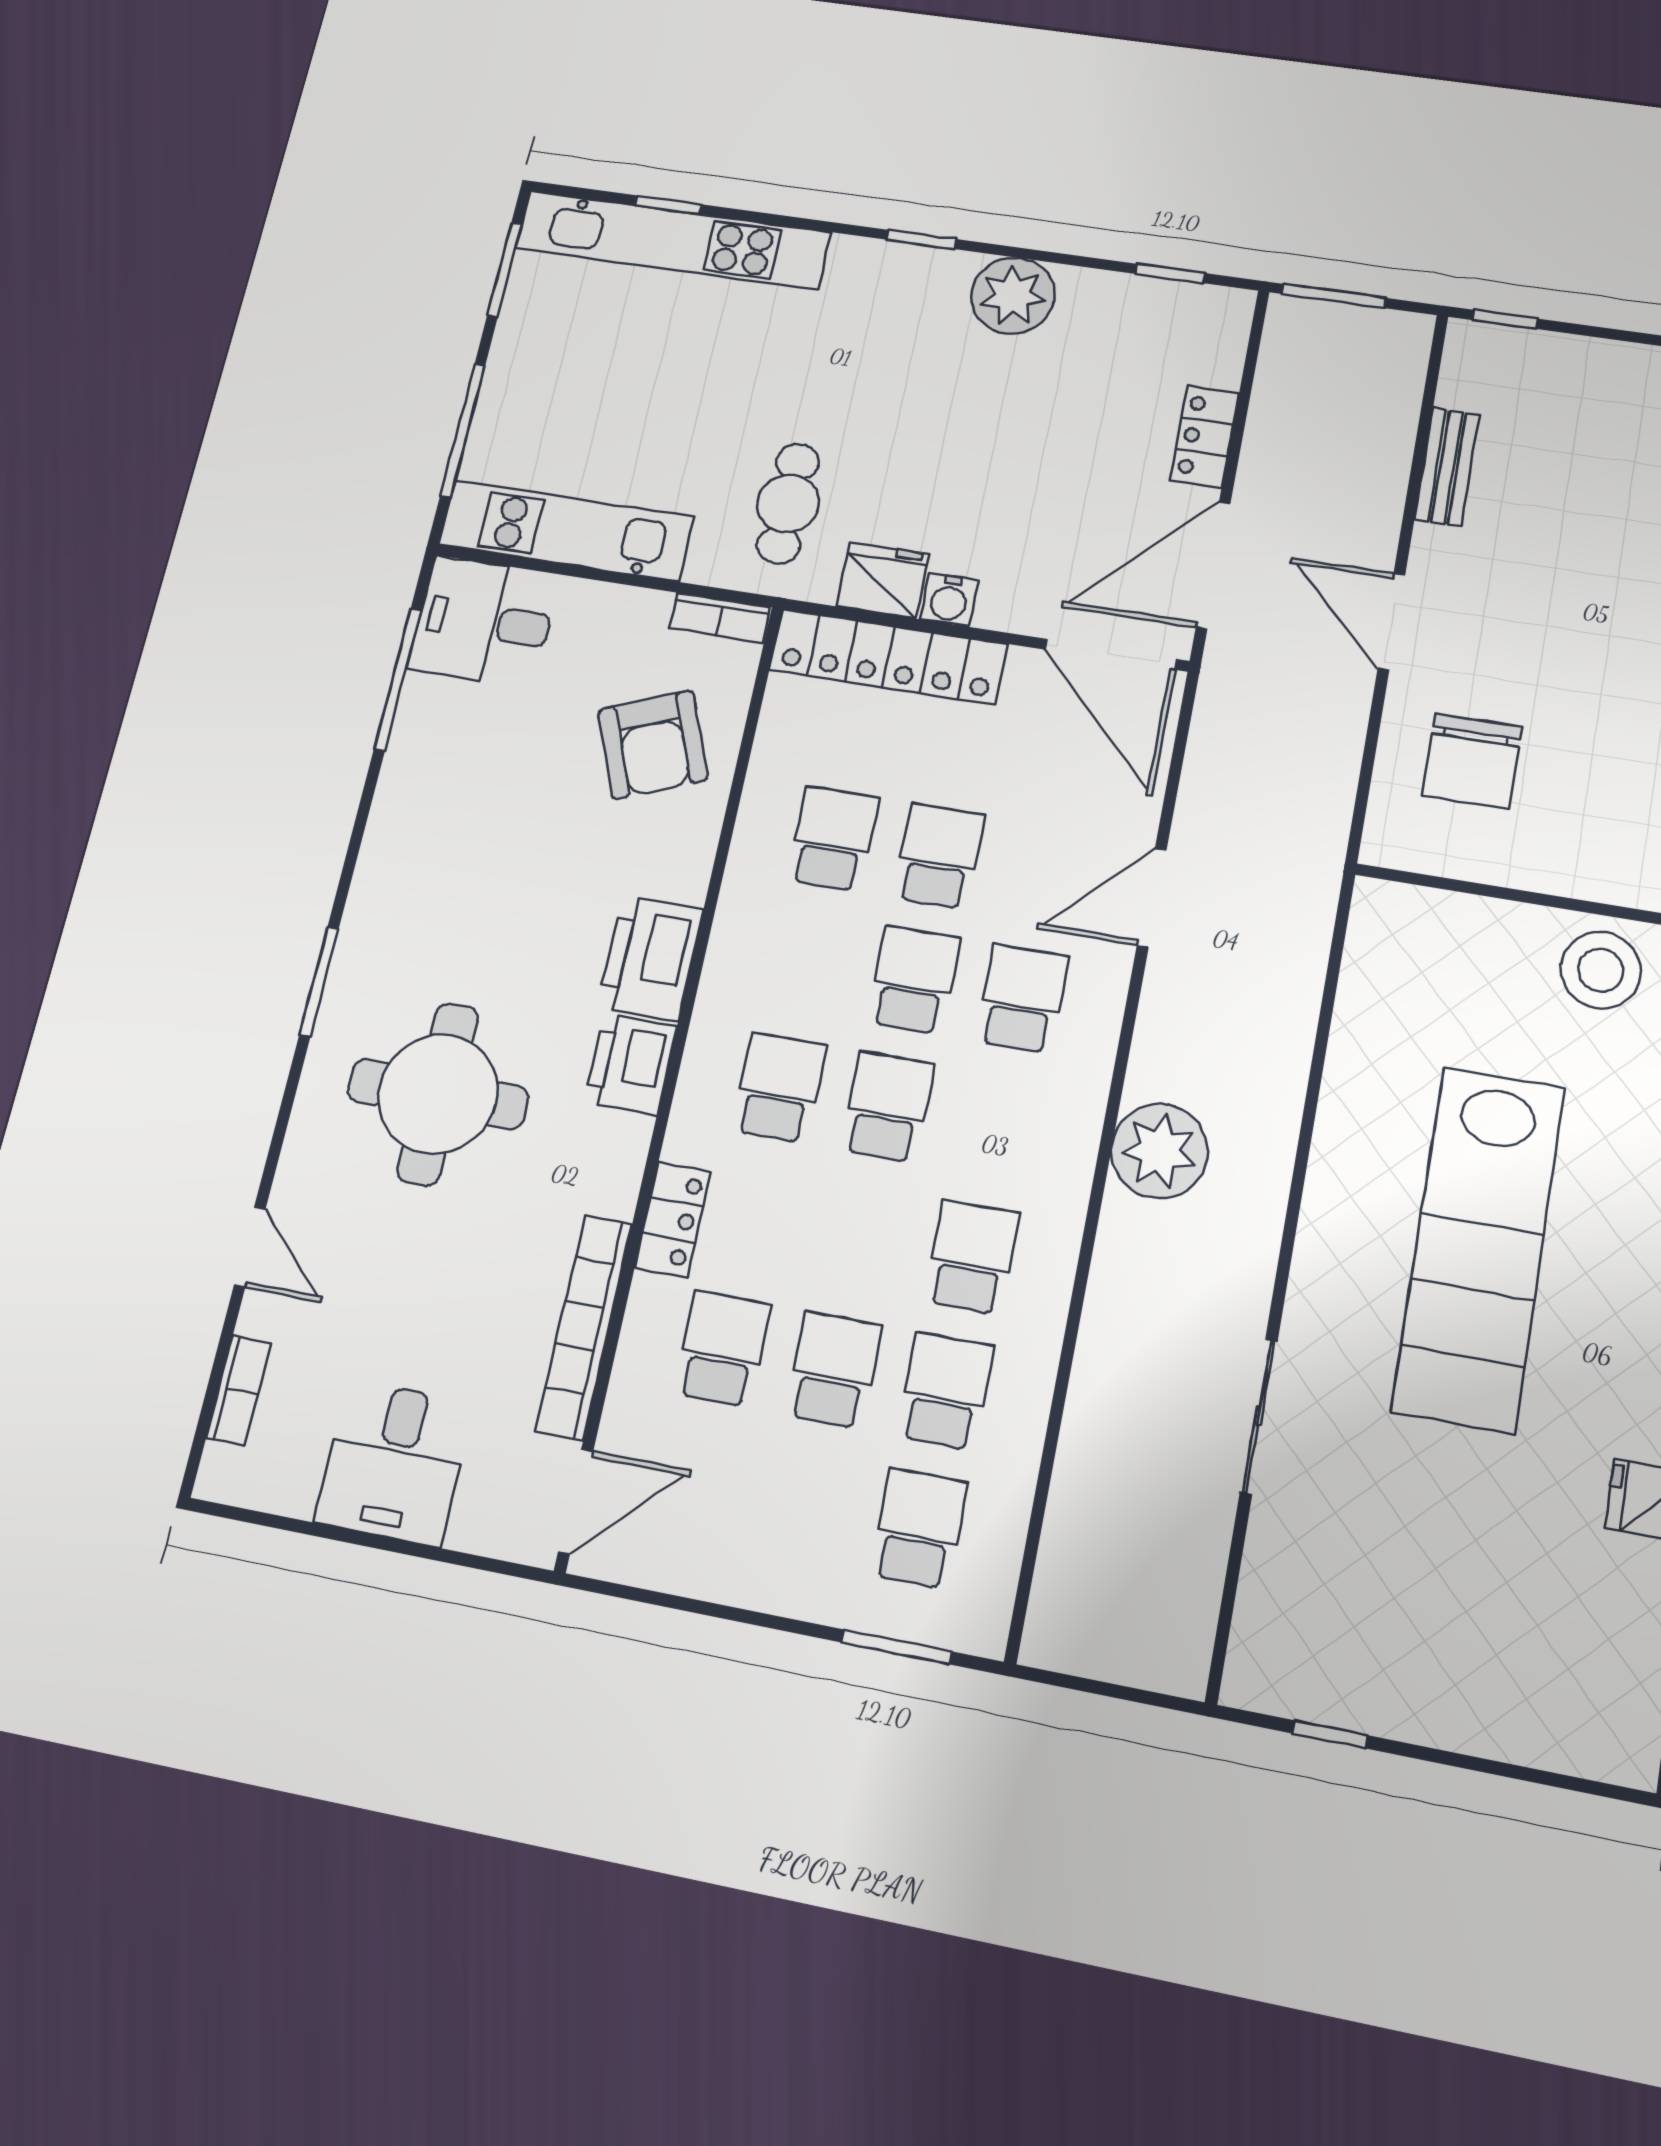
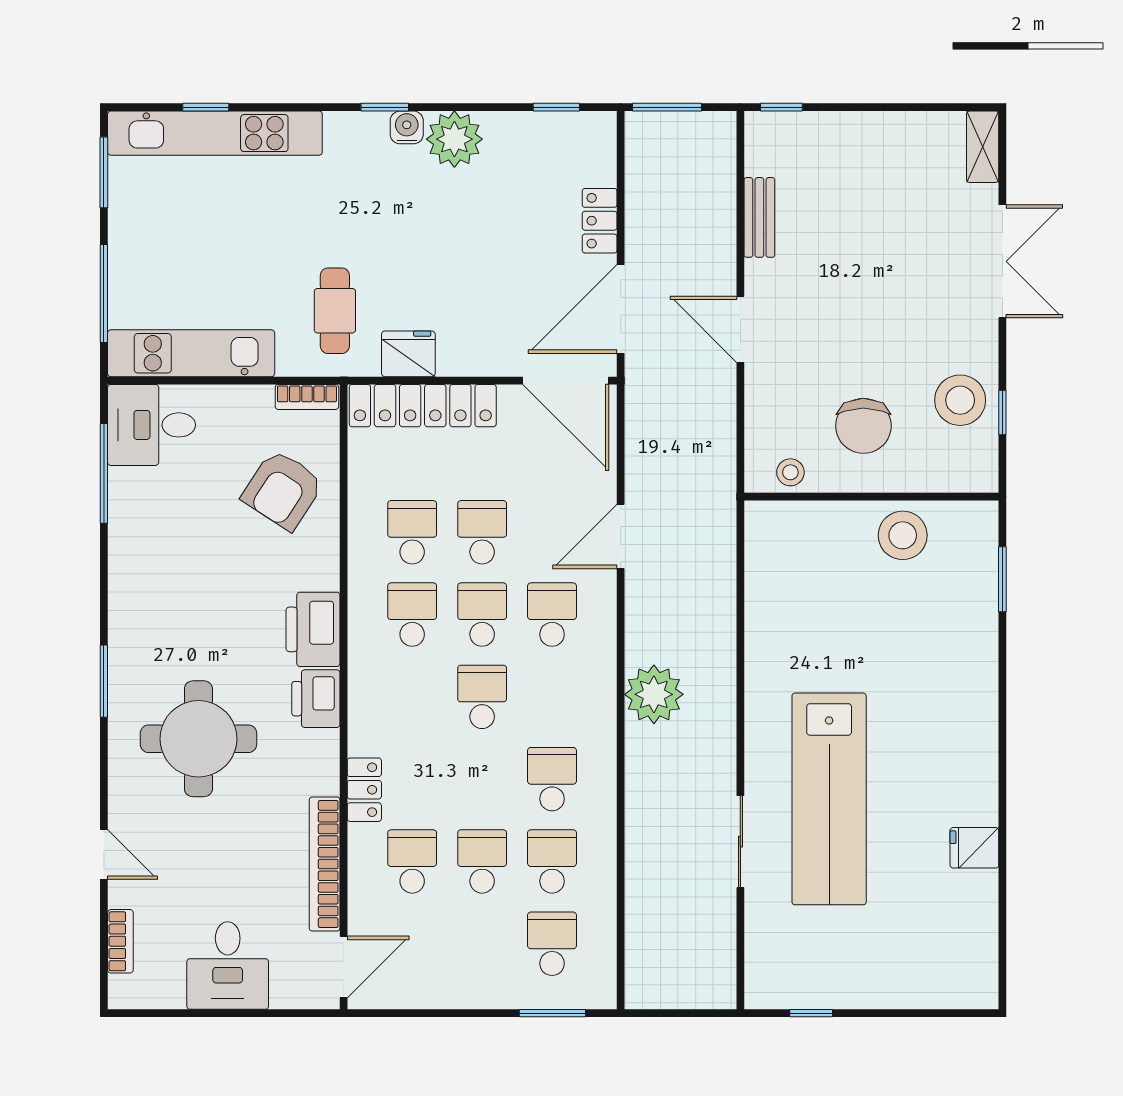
water cooler: (949, 600) -> (407, 127), moved, turned 180
armchair: (653, 745) -> (283, 490), turned 55
chair: (1472, 761) -> (863, 426), moved
stool: (1435, 844) -> (790, 472), added
school desk: (779, 1088) -> (412, 615), moved
lab bench: (1479, 1248) -> (829, 799), moved

